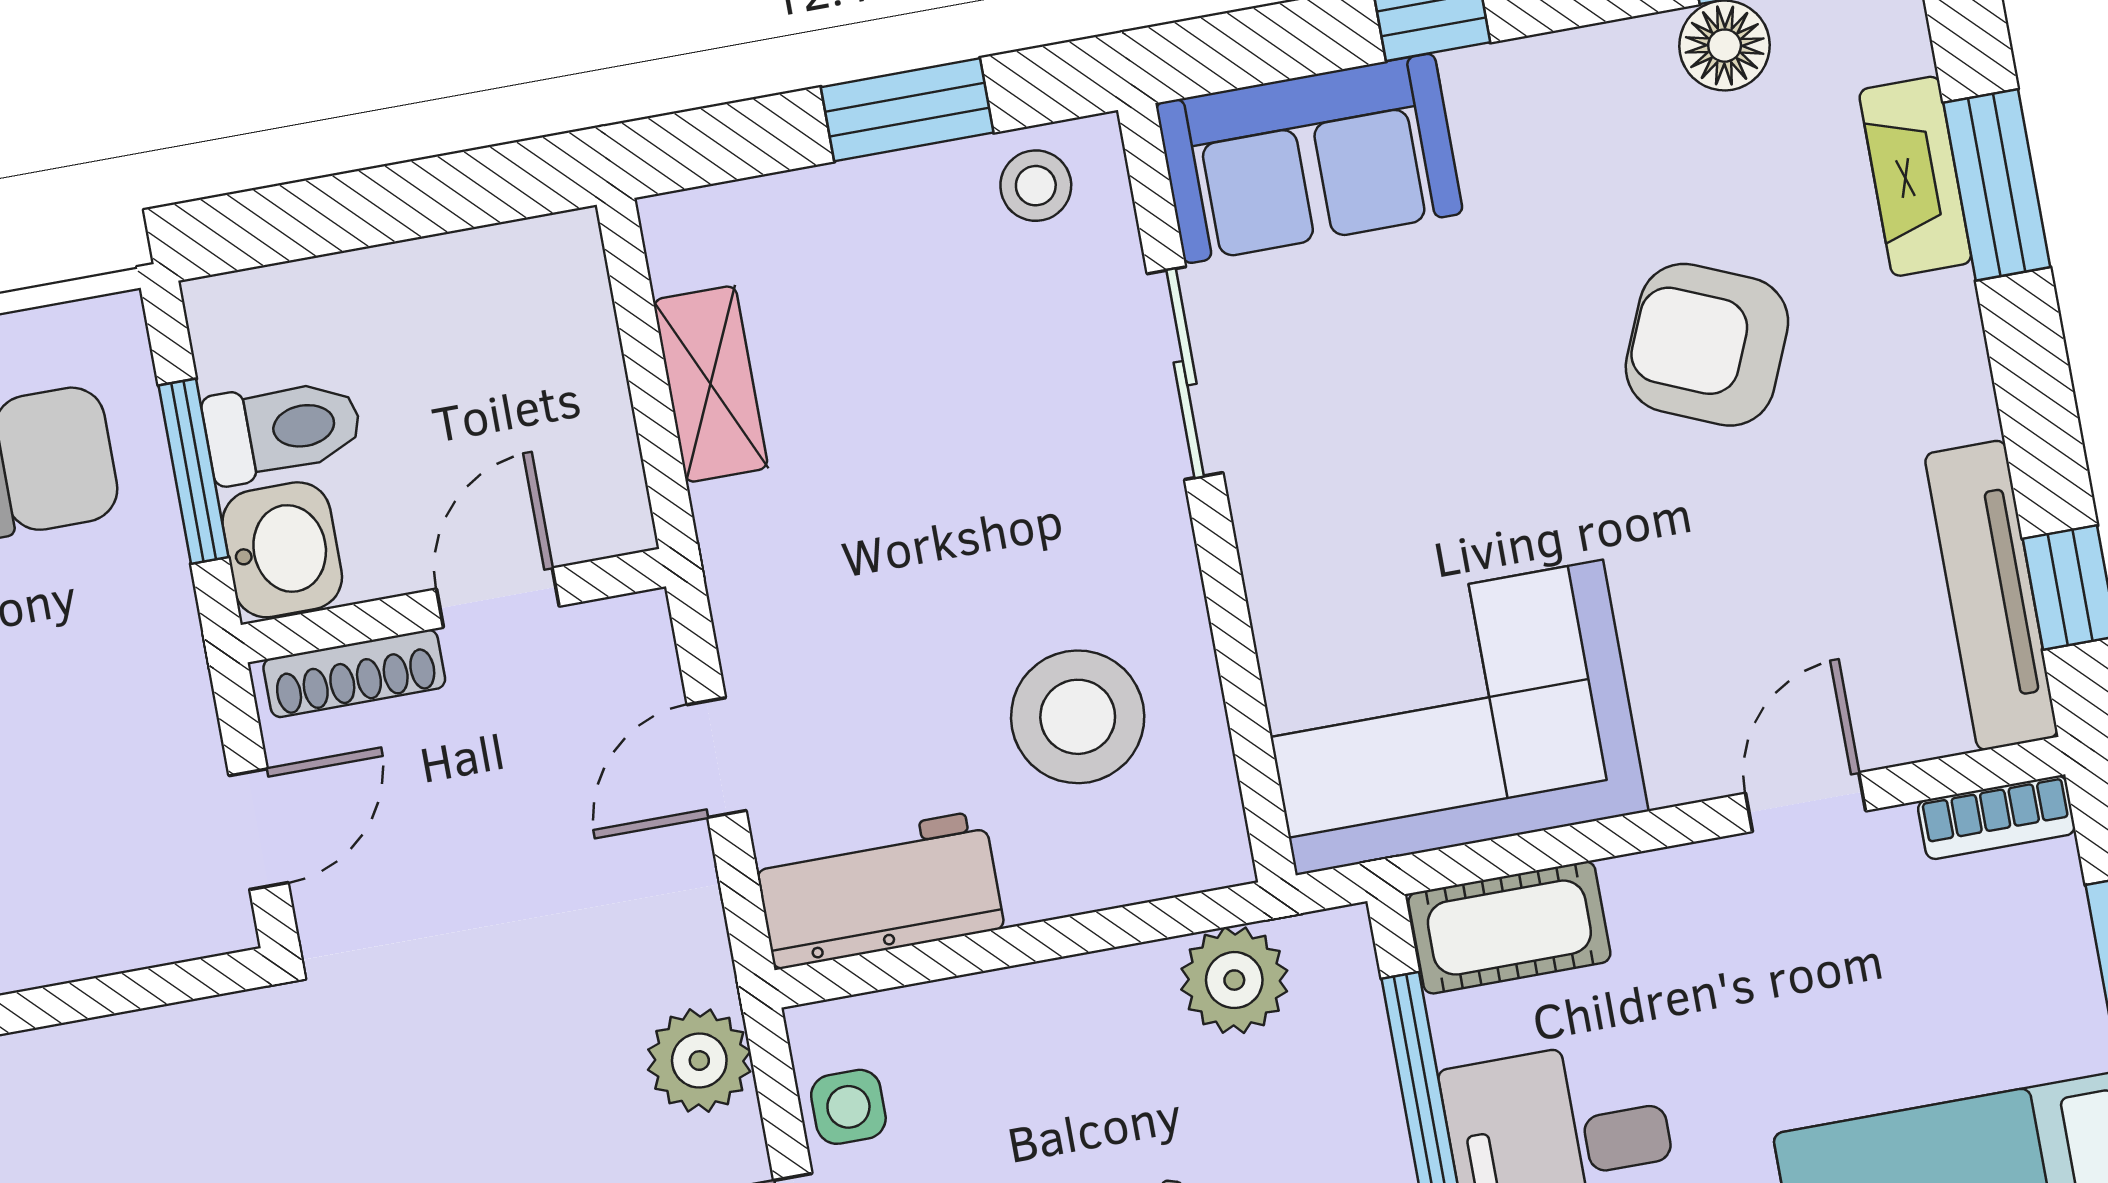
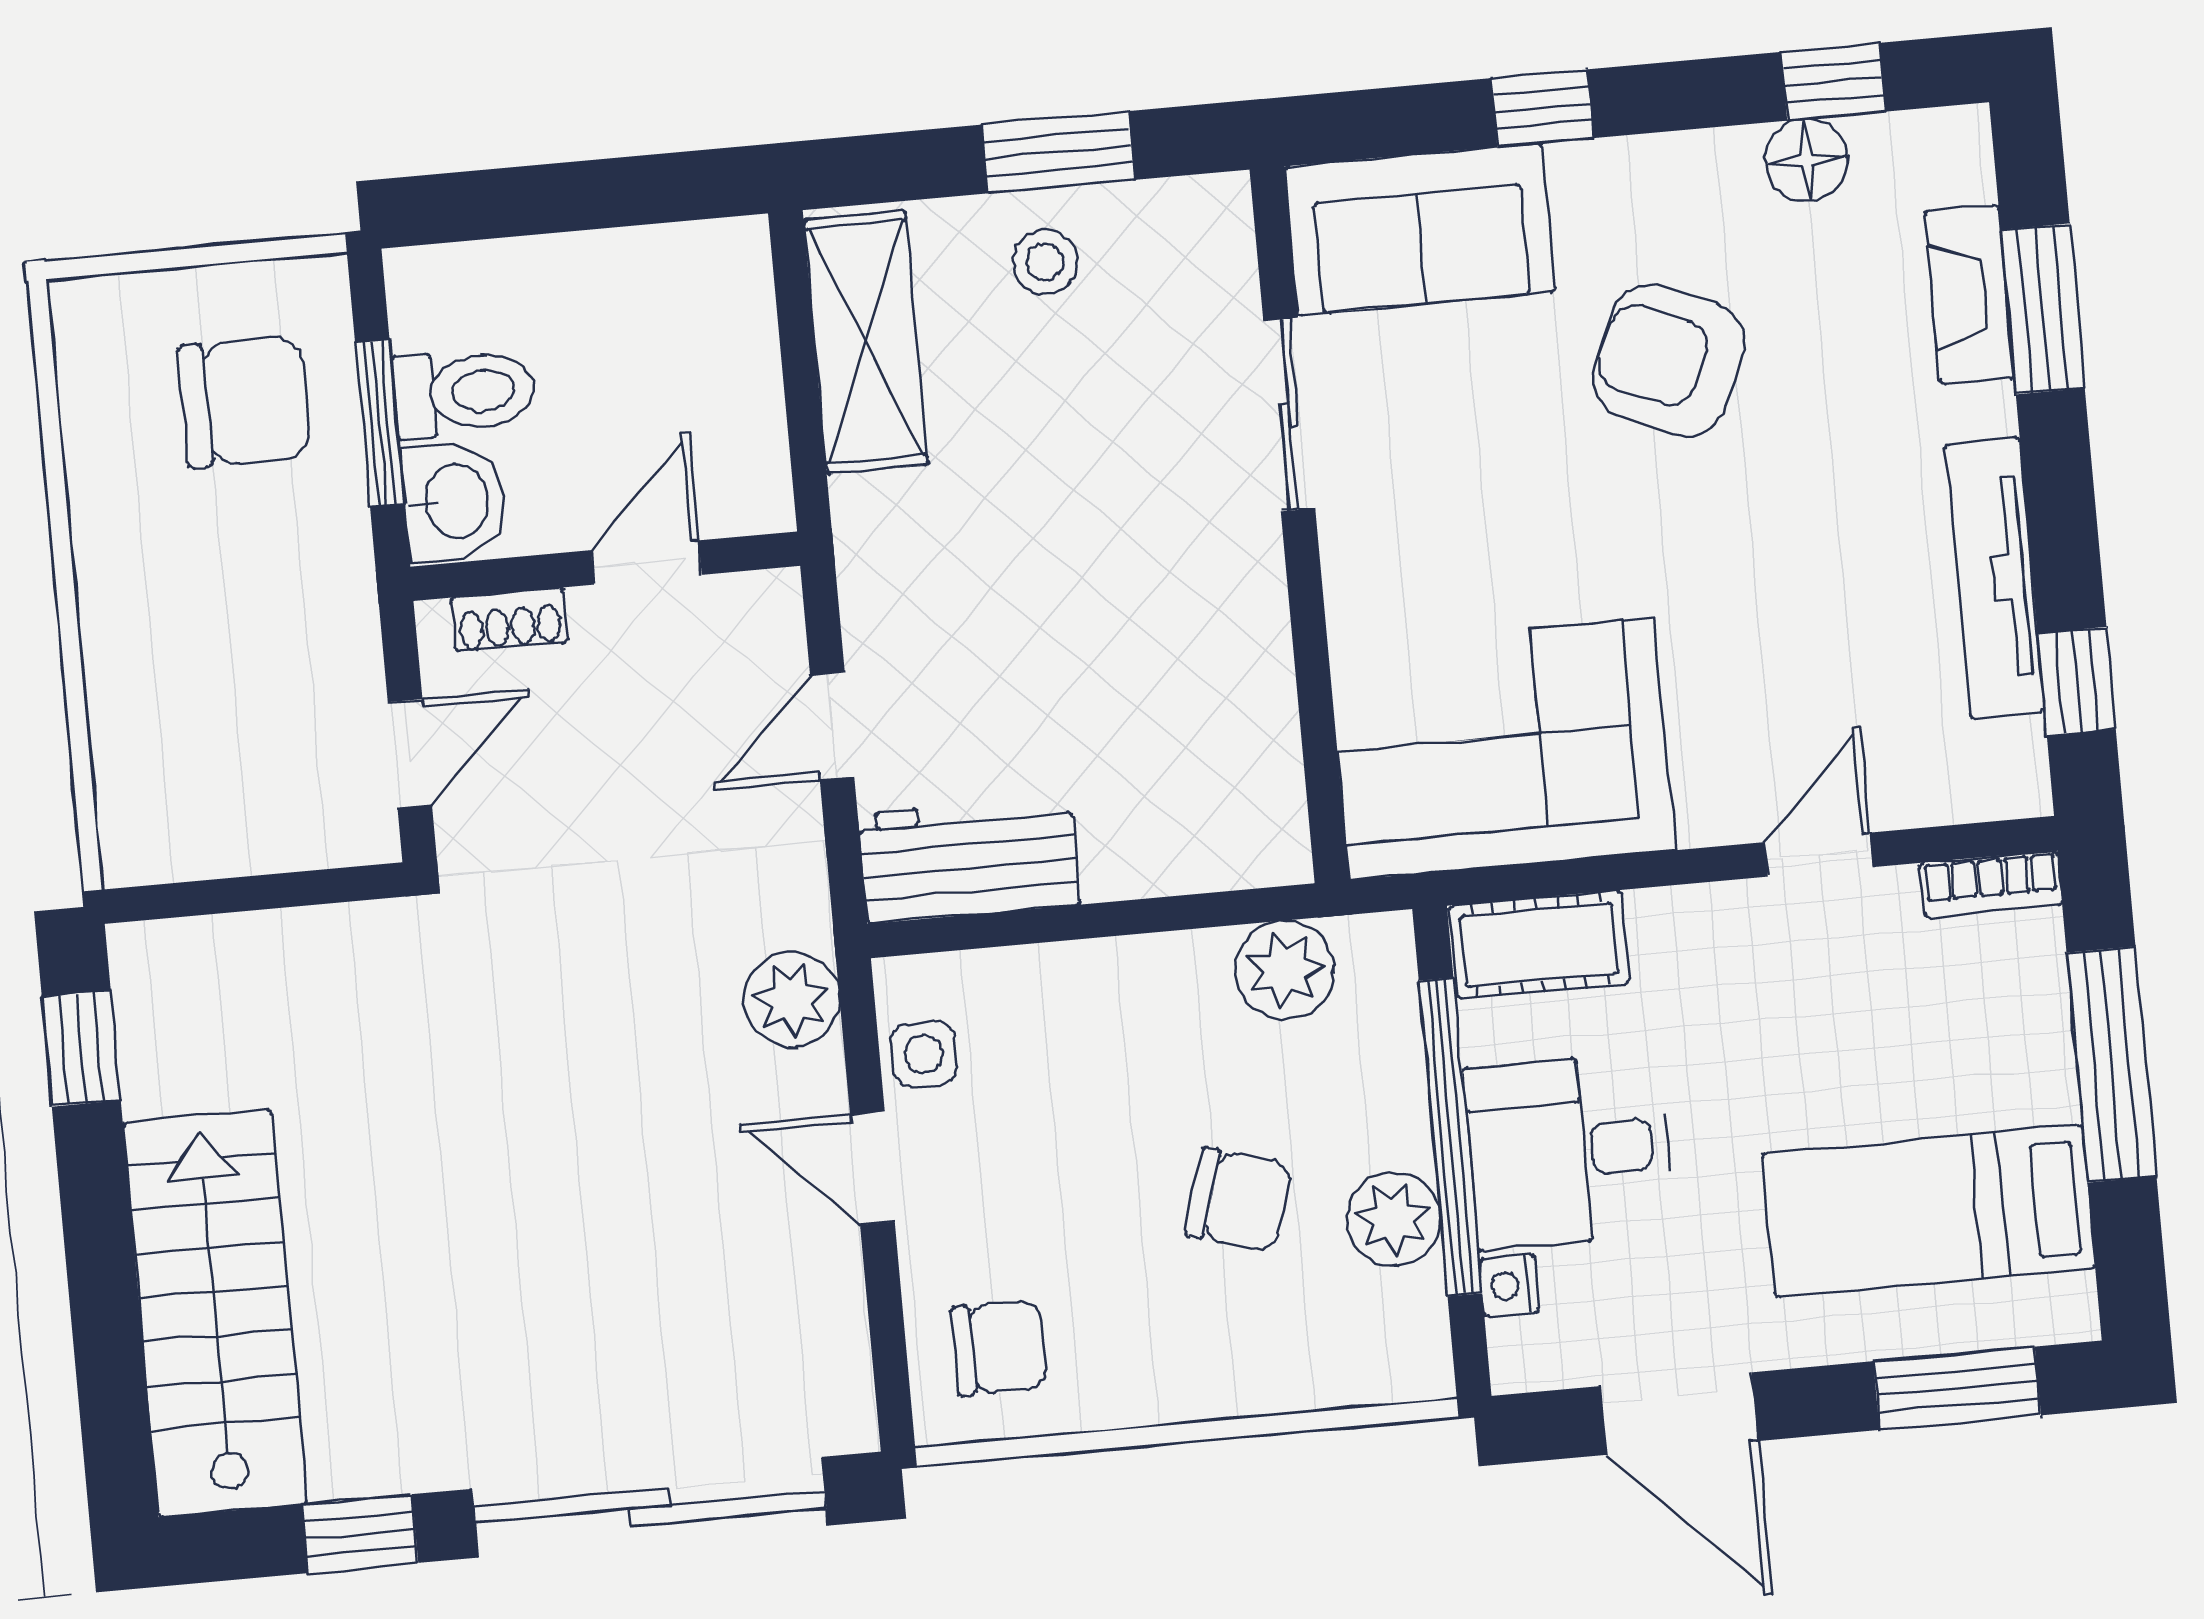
stool: (1036, 186) -> (1045, 262), moved
armchair: (1707, 345) -> (1668, 360), moved
shelving: (711, 384) -> (866, 342), width x1.50, depth x1.33
tv unit: (1991, 595) -> (1995, 578), moved
shoe rack: (354, 673) -> (510, 620), width x0.70
stool: (1078, 717) -> (1164, 718), removed

